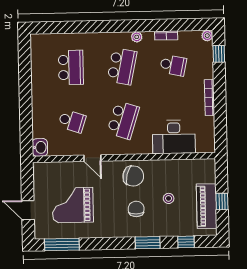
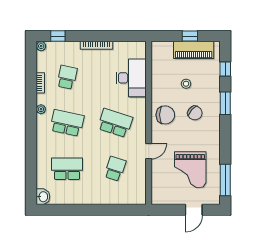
washbasin: (40, 147) -> (43, 197), moved, turned 90
chair: (133, 176) -> (165, 115), turned 76
chair: (136, 209) -> (195, 113), turned -139

